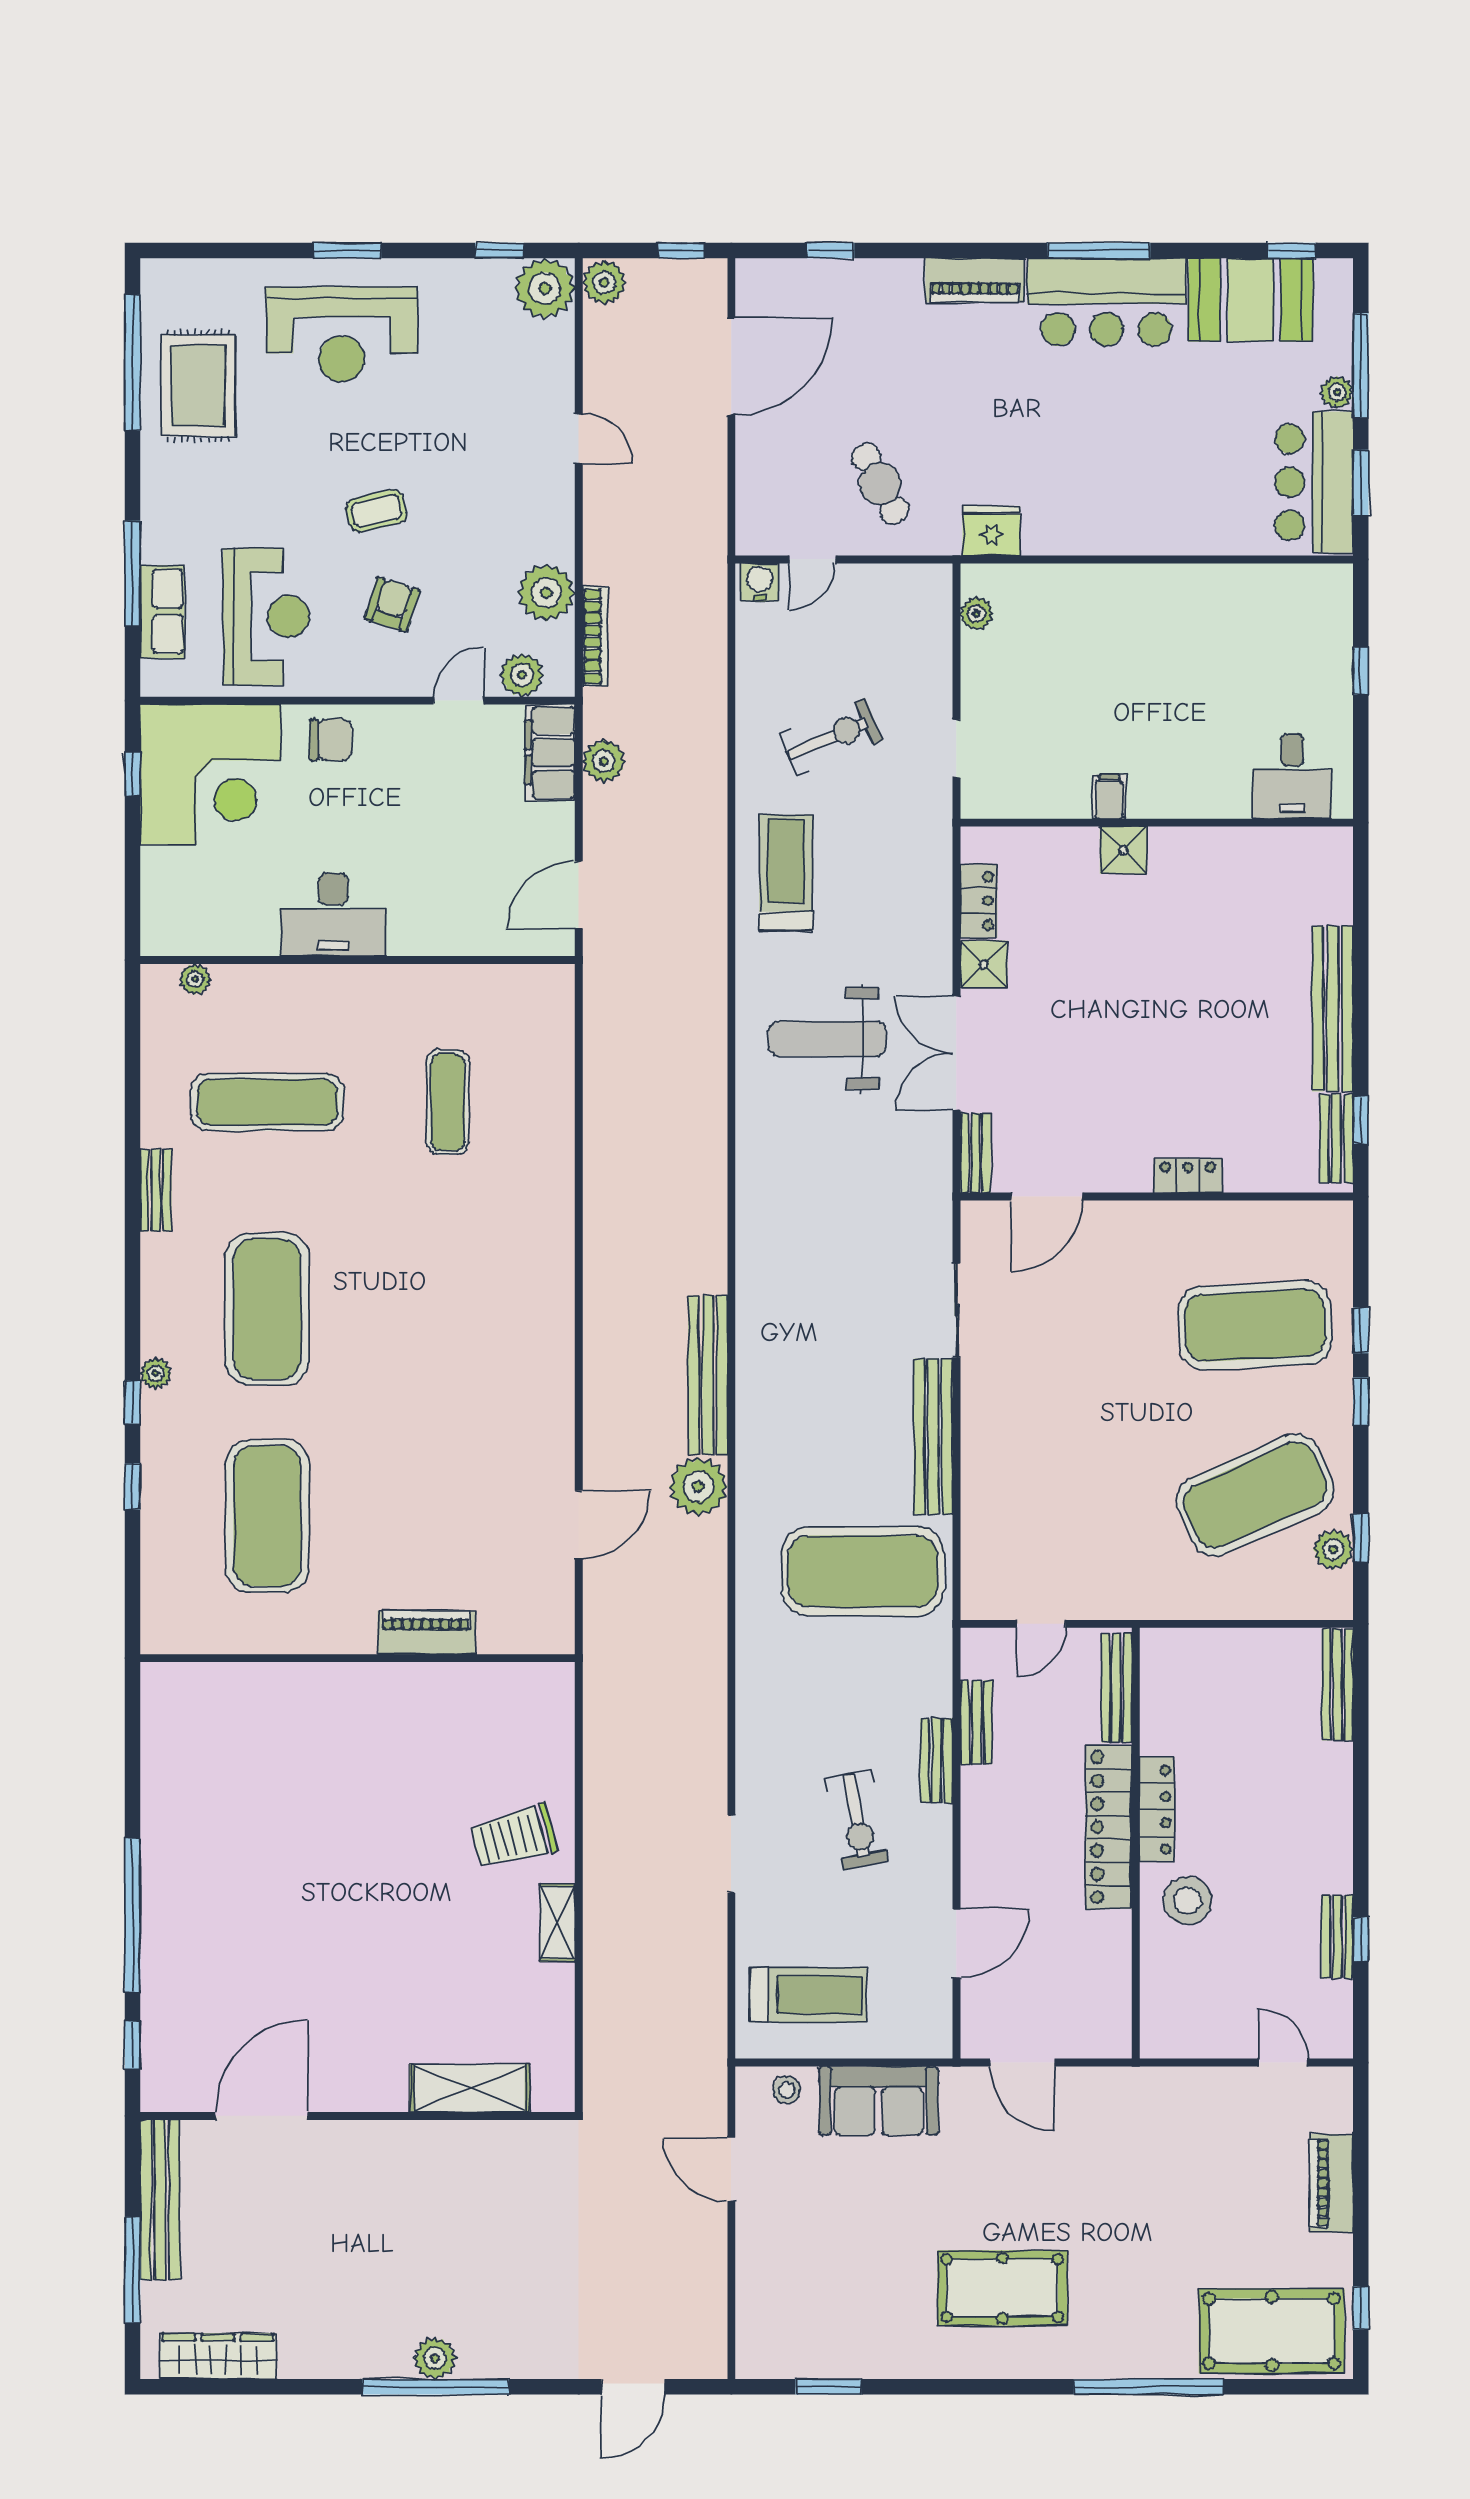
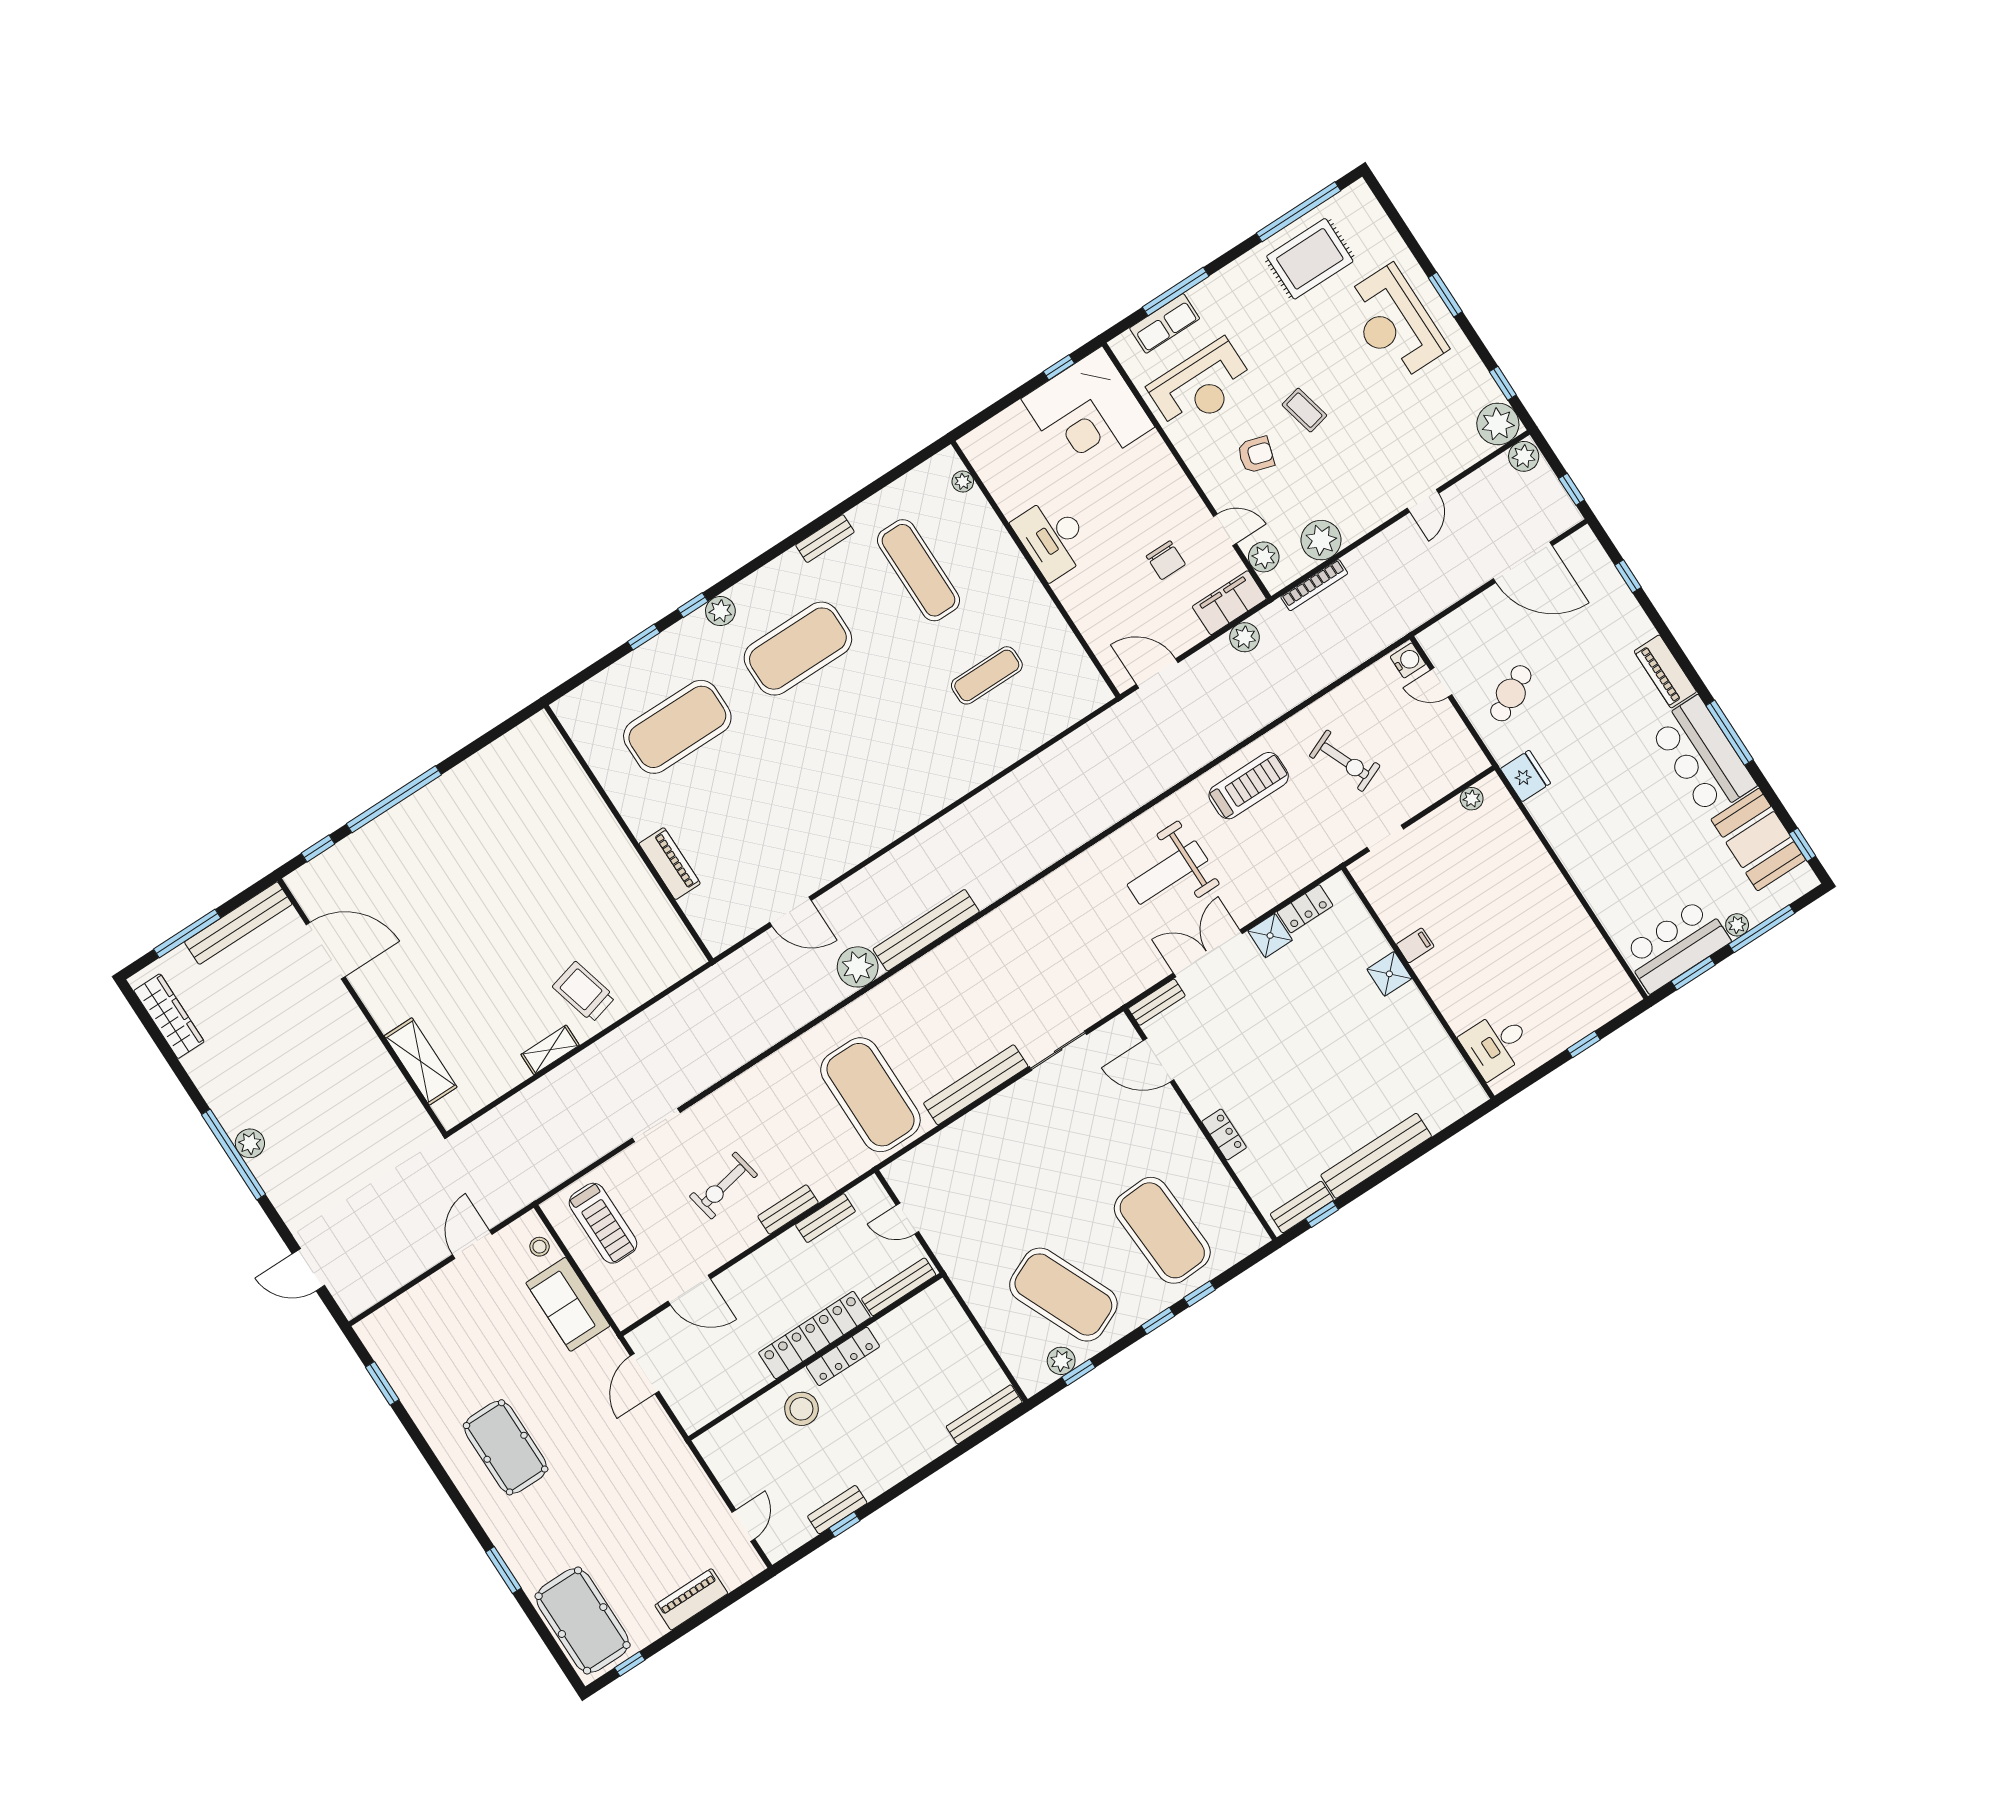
chair: (331, 740) -> (1166, 560), moved
weight bench: (827, 1039) -> (1168, 873), turned -90
plant: (155, 1373) -> (720, 611), width x1.38, depth x1.38
window: (1149, 2387) -> (503, 1570), width x0.47

